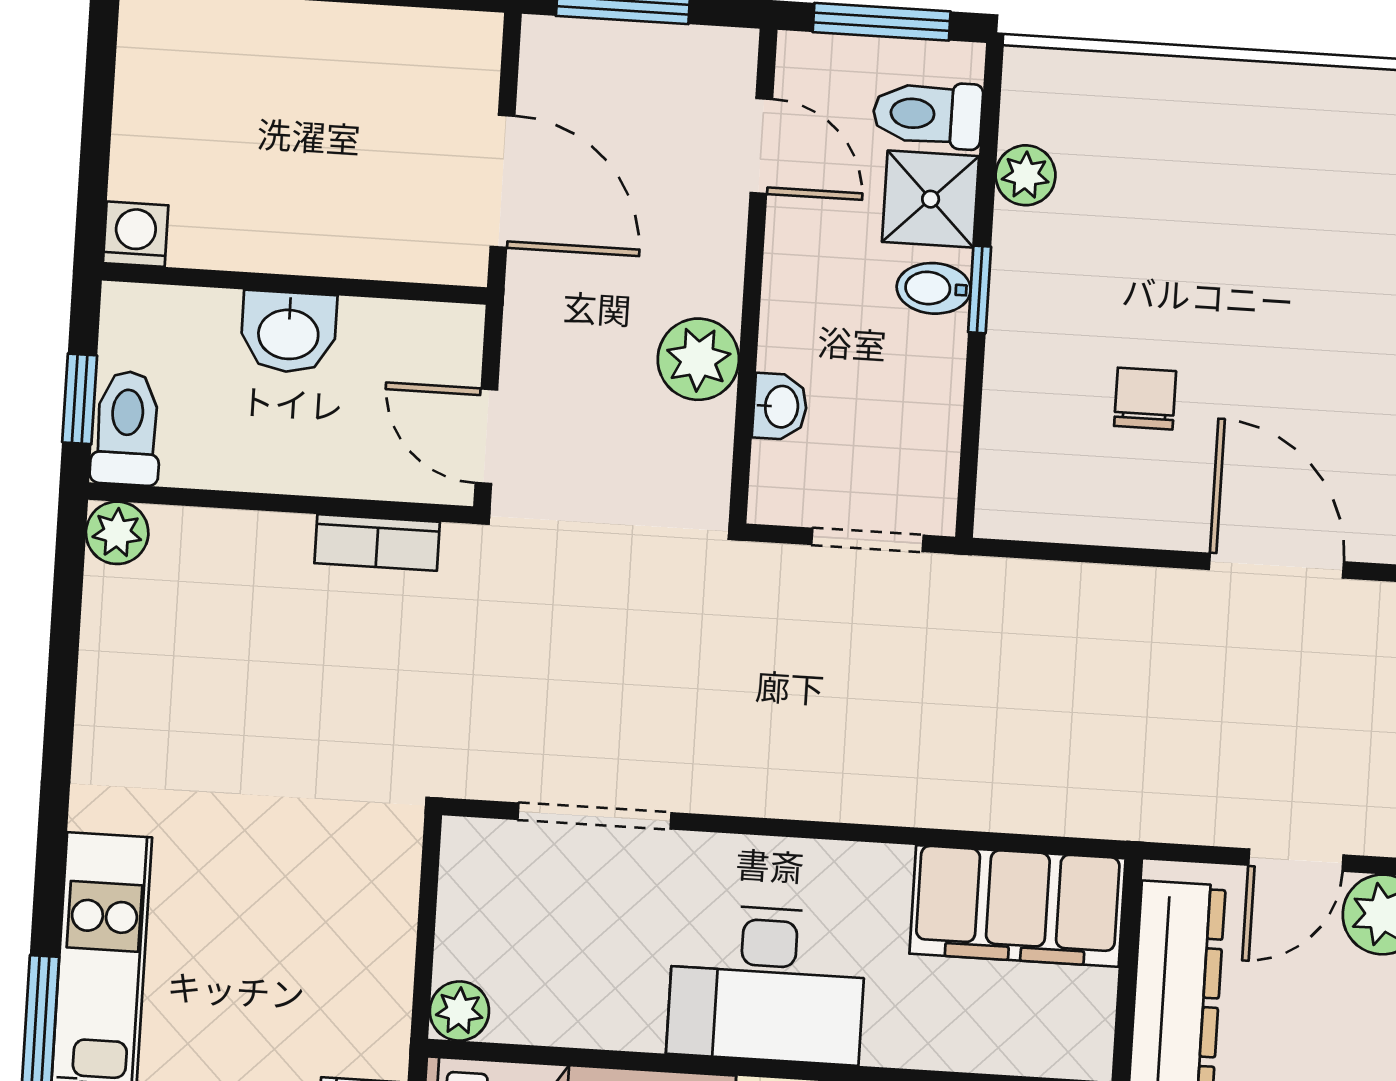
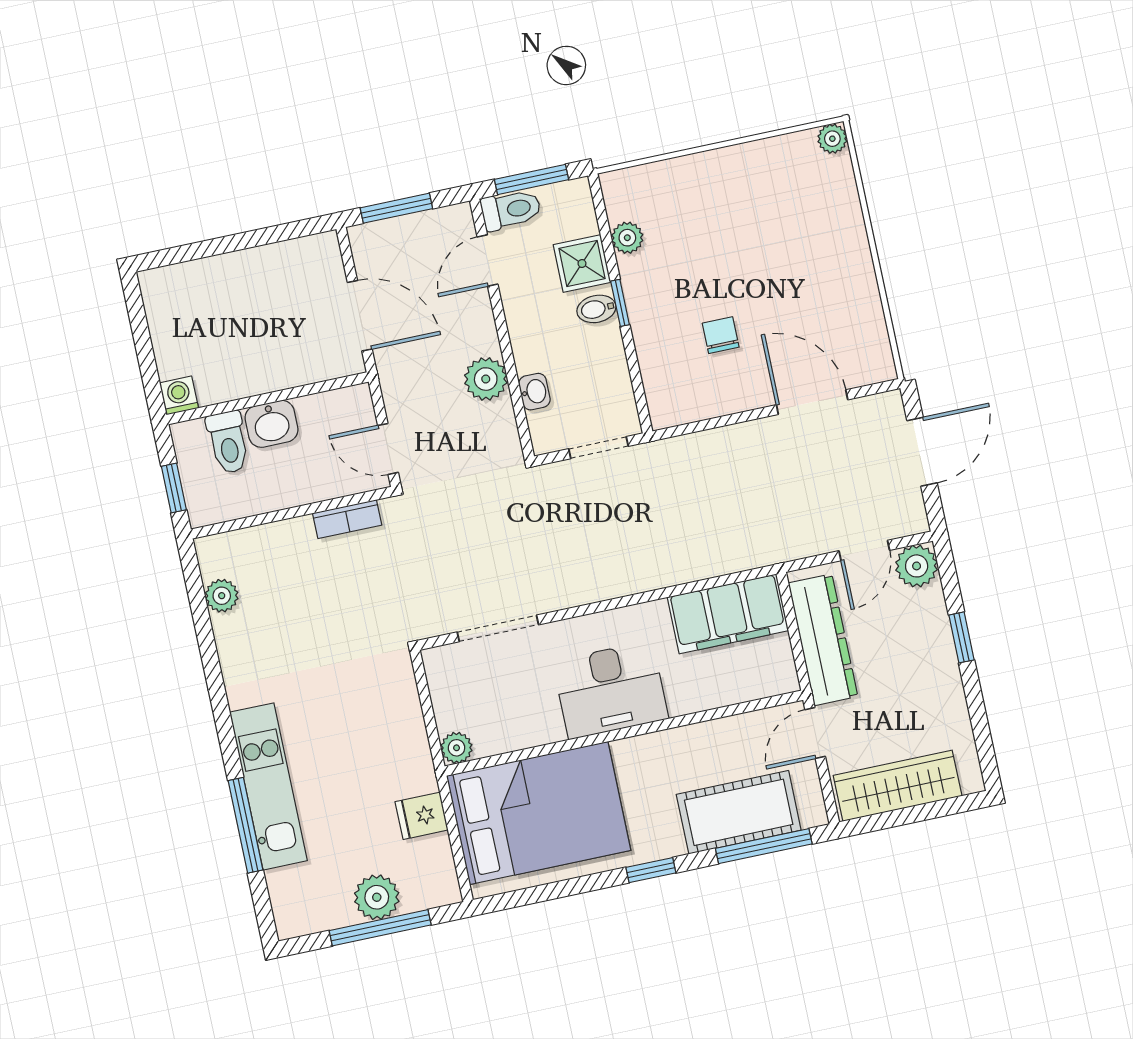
toilet: (928, 114) -> (511, 210), moved, turned 180
door: (761, 146) -> (487, 261), swing flipped
toilet: (127, 428) -> (228, 442), moved, turned 180
plant: (117, 533) -> (222, 596), moved

